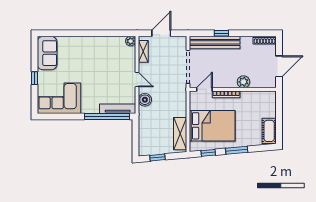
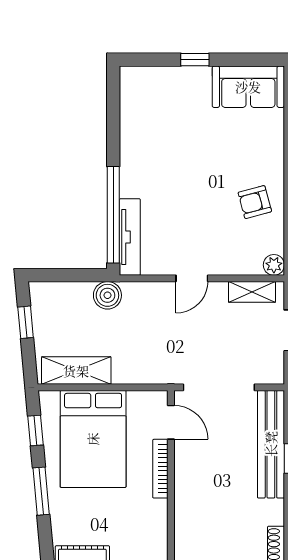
armchair: (101, 50) -> (255, 202), added
plant: (243, 82) -> (187, 506), removed
corner sofa: (59, 98) -> (152, 112), removed
boiler: (145, 100) -> (107, 295), moved

